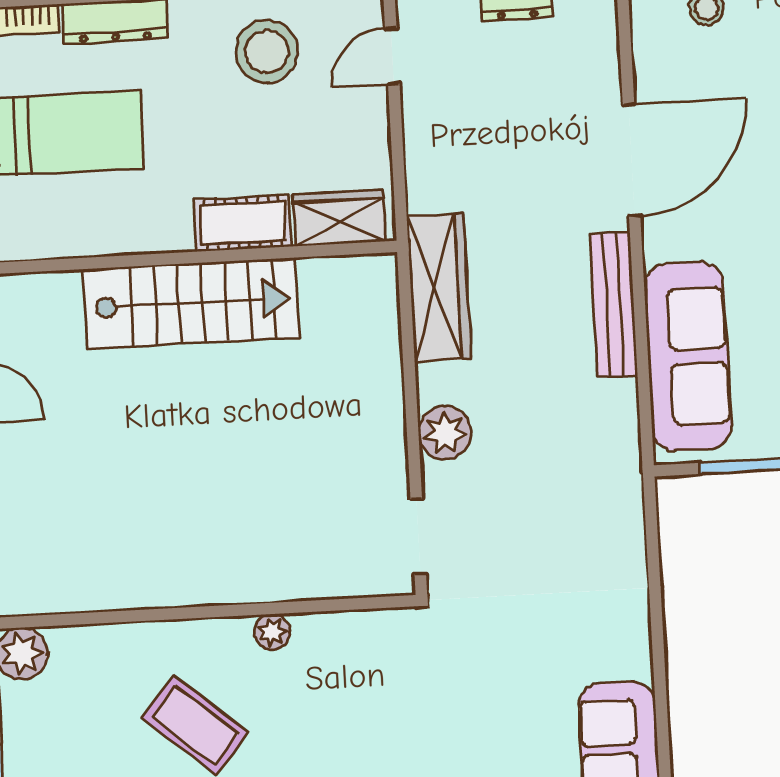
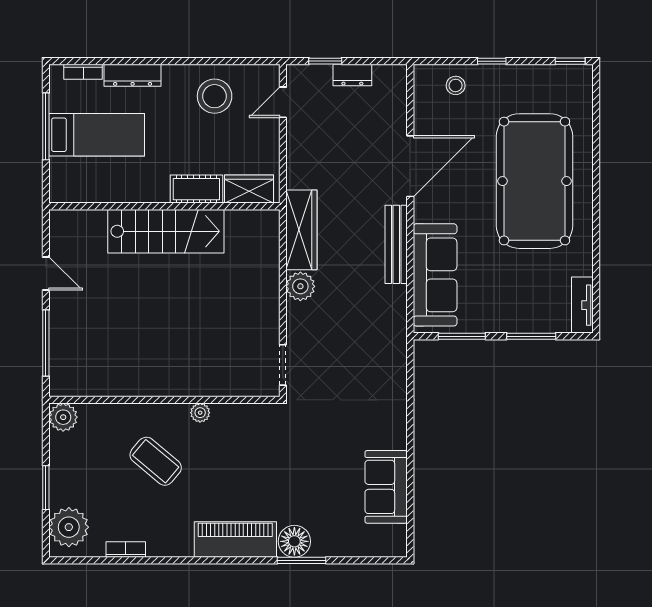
plant: (445, 433) -> (300, 286), moved

